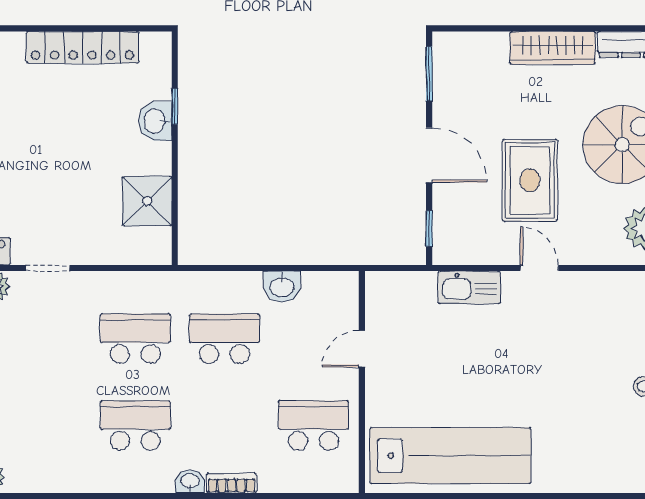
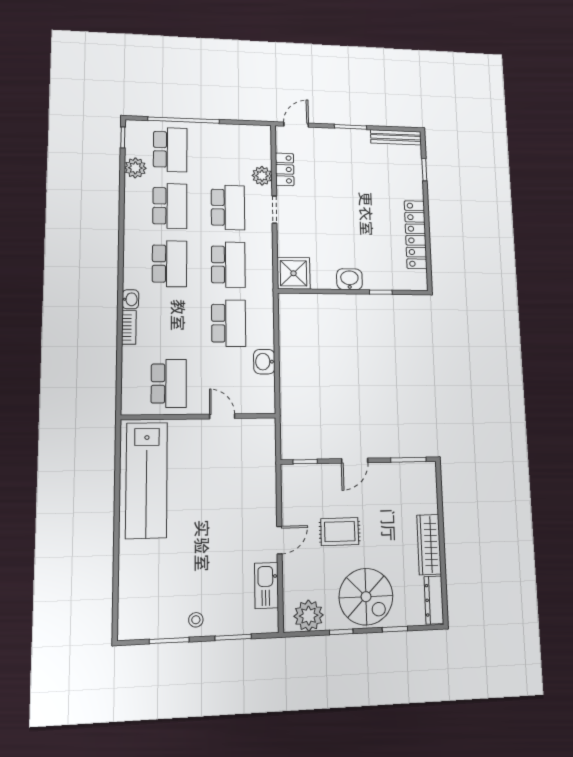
washbasin: (155, 121) -> (349, 279), moved
door: (429, 155) -> (355, 461), width x0.73
rug: (530, 180) -> (340, 532), width x0.73, depth x0.70
shower: (147, 201) -> (294, 273), moved
kitchen sink: (469, 287) -> (267, 585), moved
school desk: (46, 339) -> (228, 207), added
school desk: (46, 425) -> (170, 206), added

